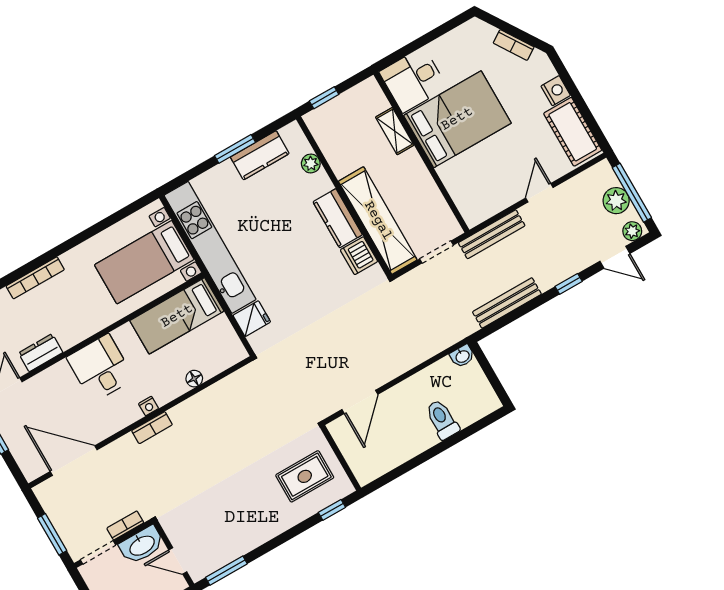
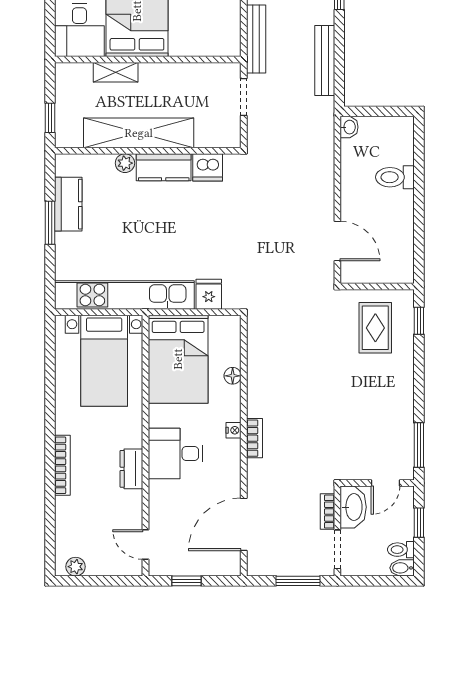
plant: (311, 163) -> (125, 163), moved
shelving: (378, 221) -> (139, 133), moved
bed: (177, 316) -> (178, 359), width x1.50
dresser: (41, 353) -> (131, 469), moved

